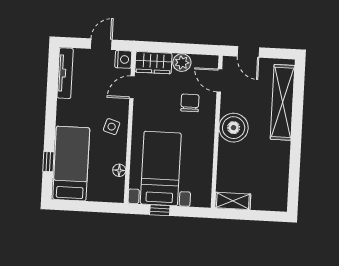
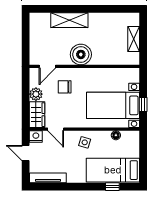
door: (248, 52) -> (26, 47), removed
shelving: (283, 102) -> (69, 20), width x0.68
shelving: (233, 201) -> (134, 39), moved

